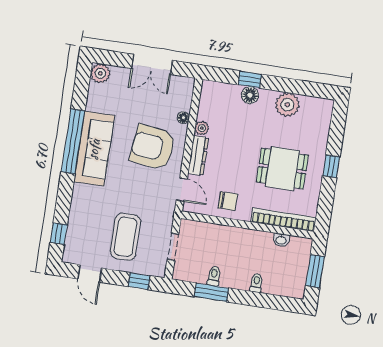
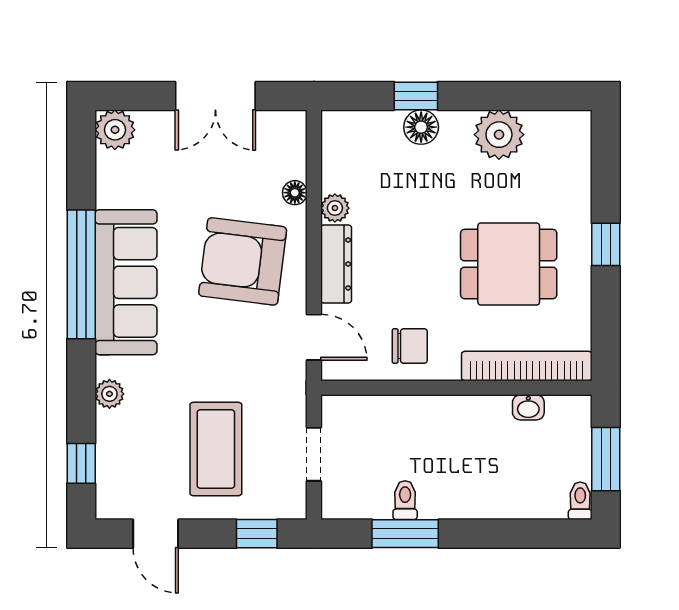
plant: (78, 202) -> (109, 394), added
toilet: (256, 283) -> (580, 501), moved

